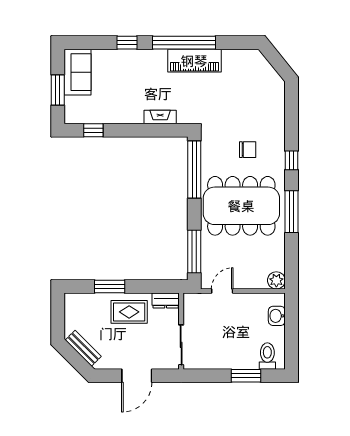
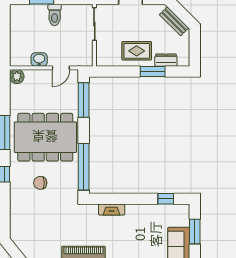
dresser: (166, 301) -> (166, 60), moved
washbasin: (277, 316) -> (39, 59), moved, turned -90
toilet: (267, 356) -> (55, 15), moved

